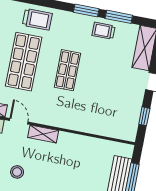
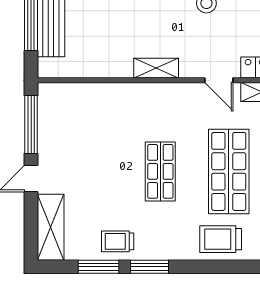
trolley: (104, 31) -> (118, 241), turned 180
window: (144, 116) -> (31, 124), width x2.17
shelving: (43, 134) -> (156, 68), moved

